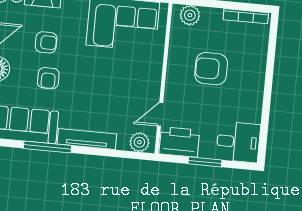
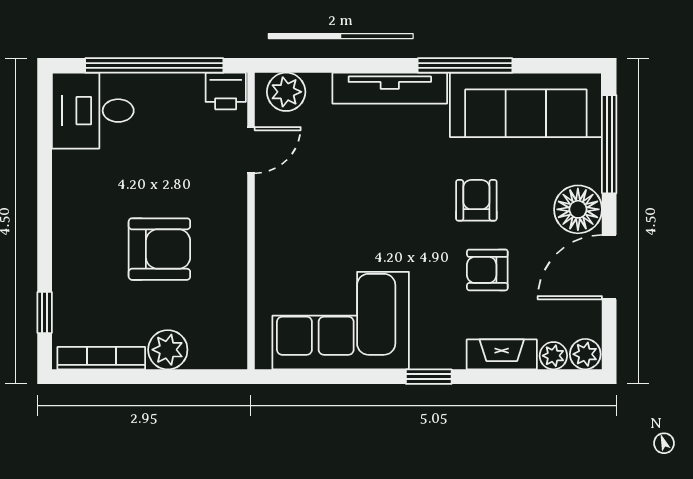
plant: (190, 15) -> (168, 350), moved
window: (272, 42) -> (45, 312), added
printer: (179, 142) -> (226, 91), width x0.53, depth x0.68
window: (205, 162) -> (154, 65), width x2.11

